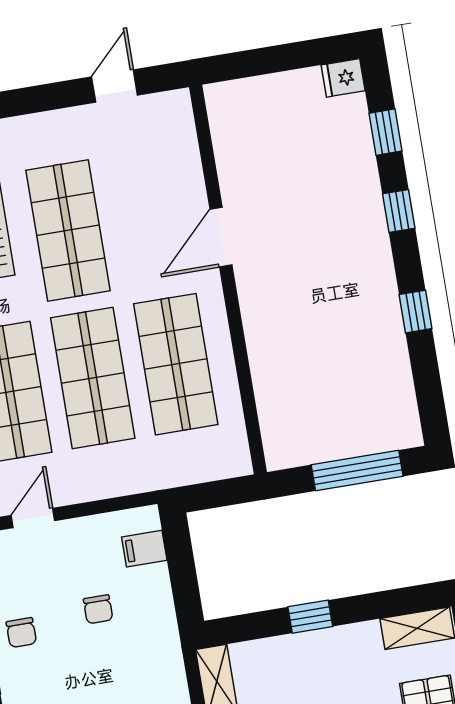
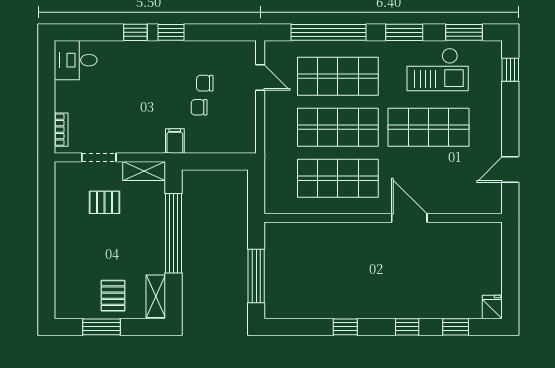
door: (115, 86) -> (510, 169), swing flipped
filing cabinet: (144, 549) -> (175, 141), moved
window: (310, 617) -> (173, 233), width x3.17
chair: (21, 633) -> (205, 83), moved

